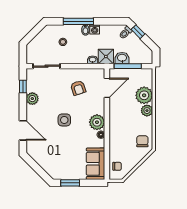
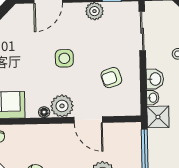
washbasin: (122, 58) -> (155, 79), moved
door: (107, 88) -> (88, 120), moved

